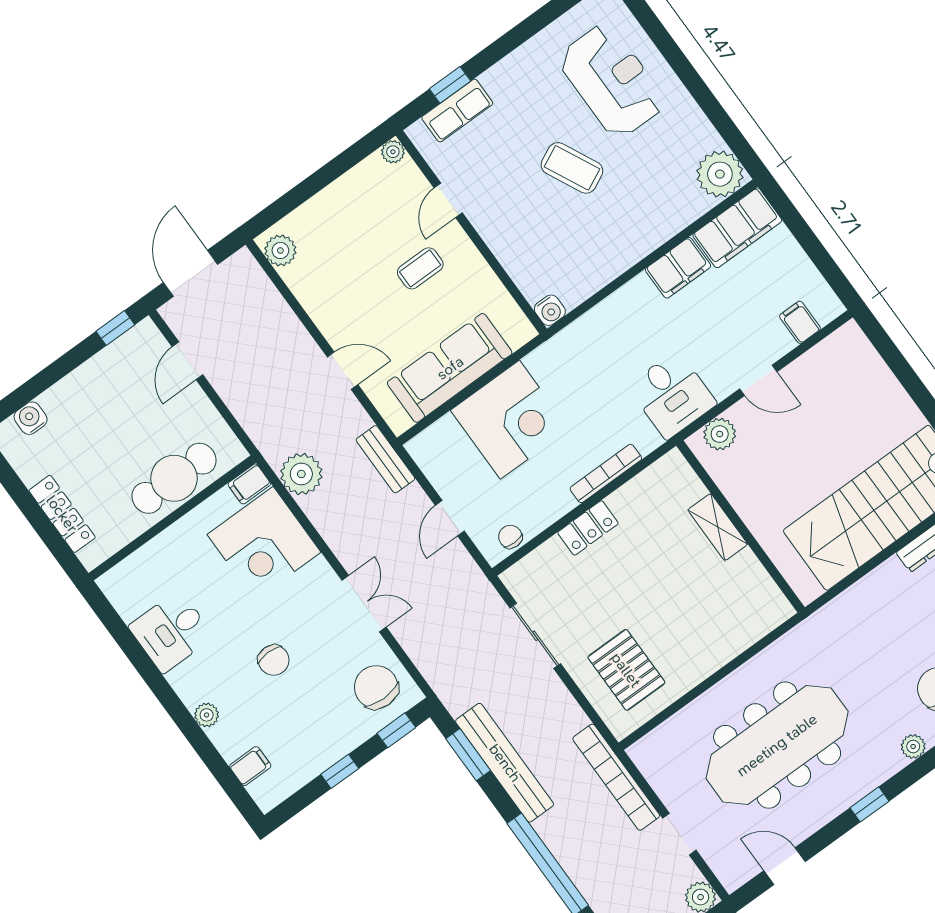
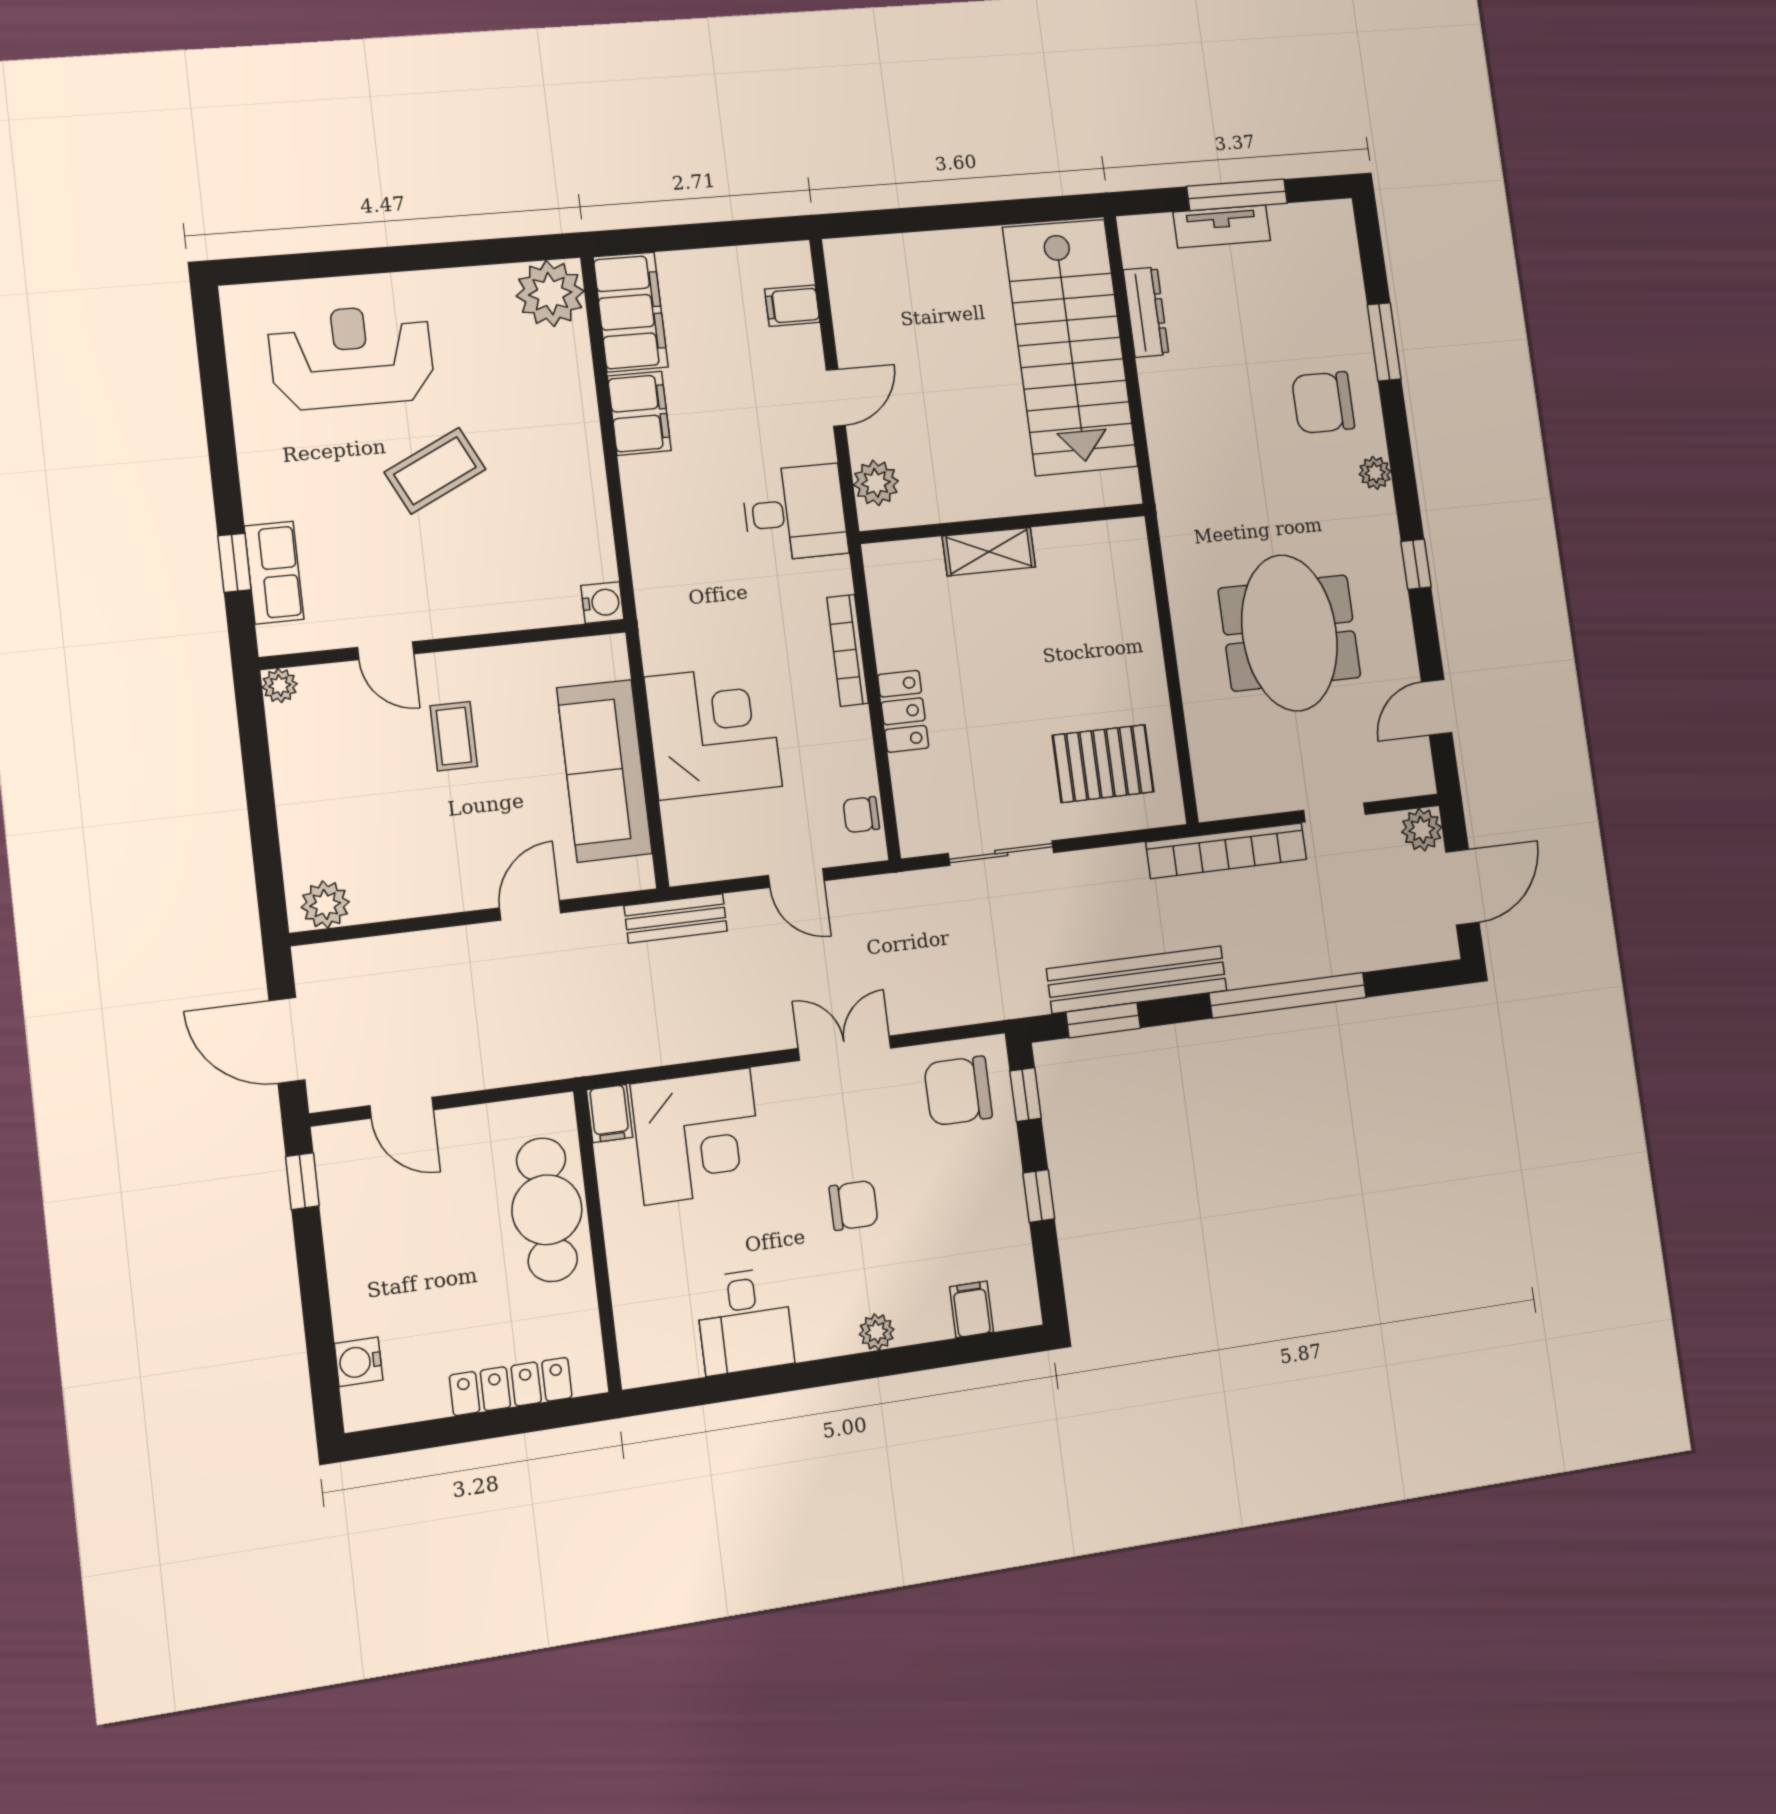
plant: (301, 474) -> (634, 1038), removed
meeting table: (777, 745) -> (1290, 633), width x0.73

